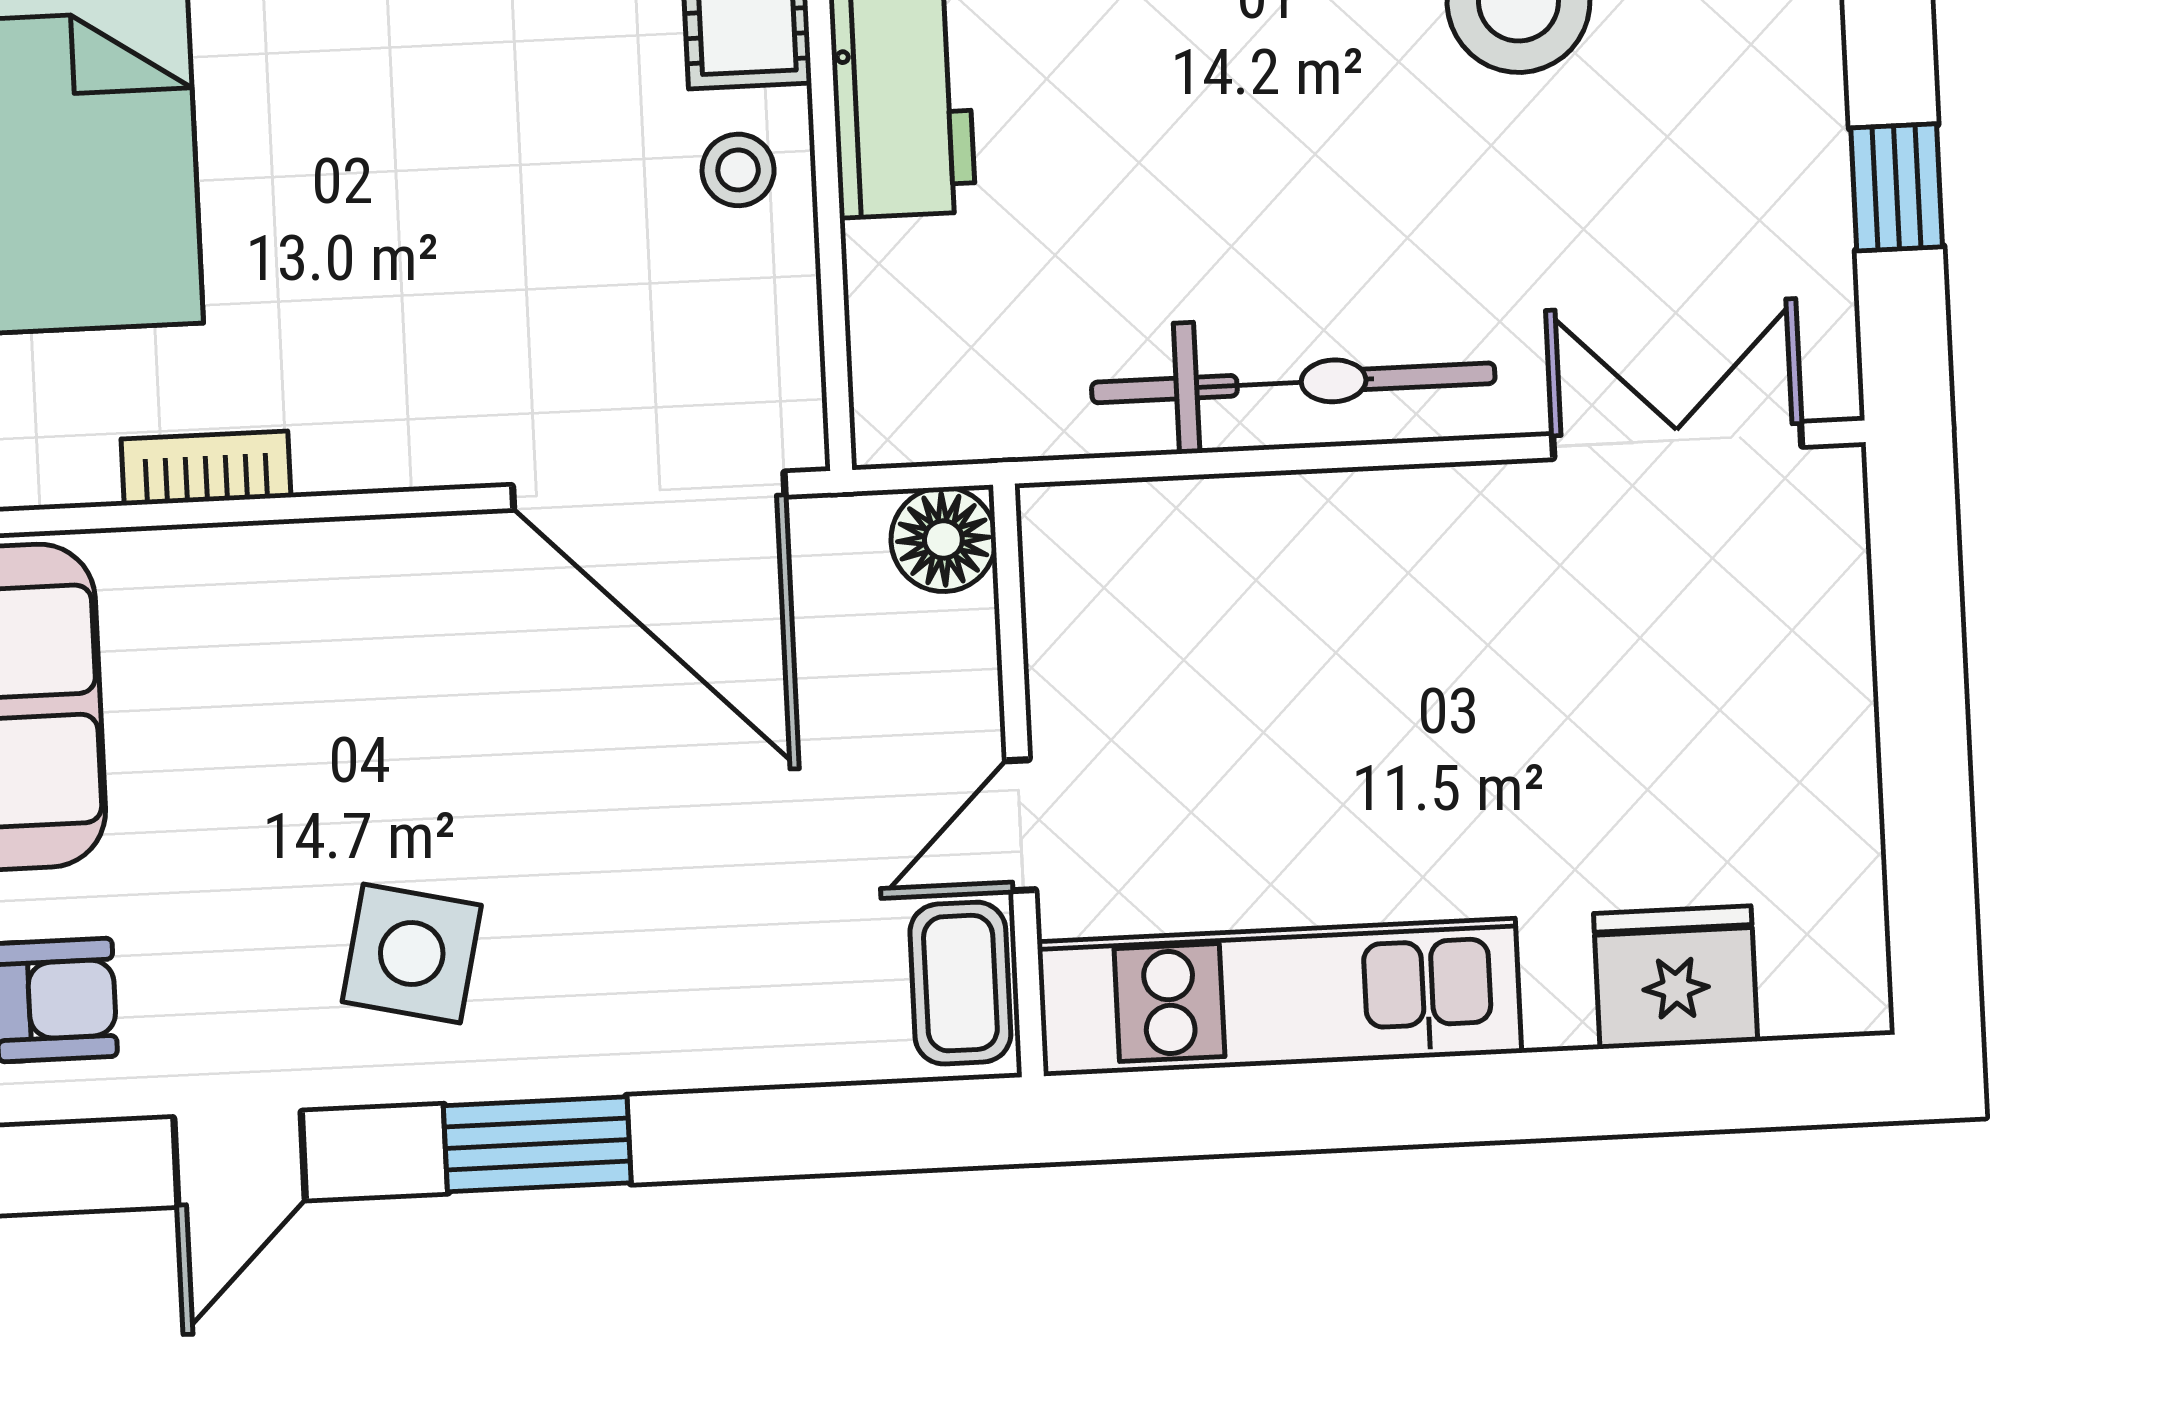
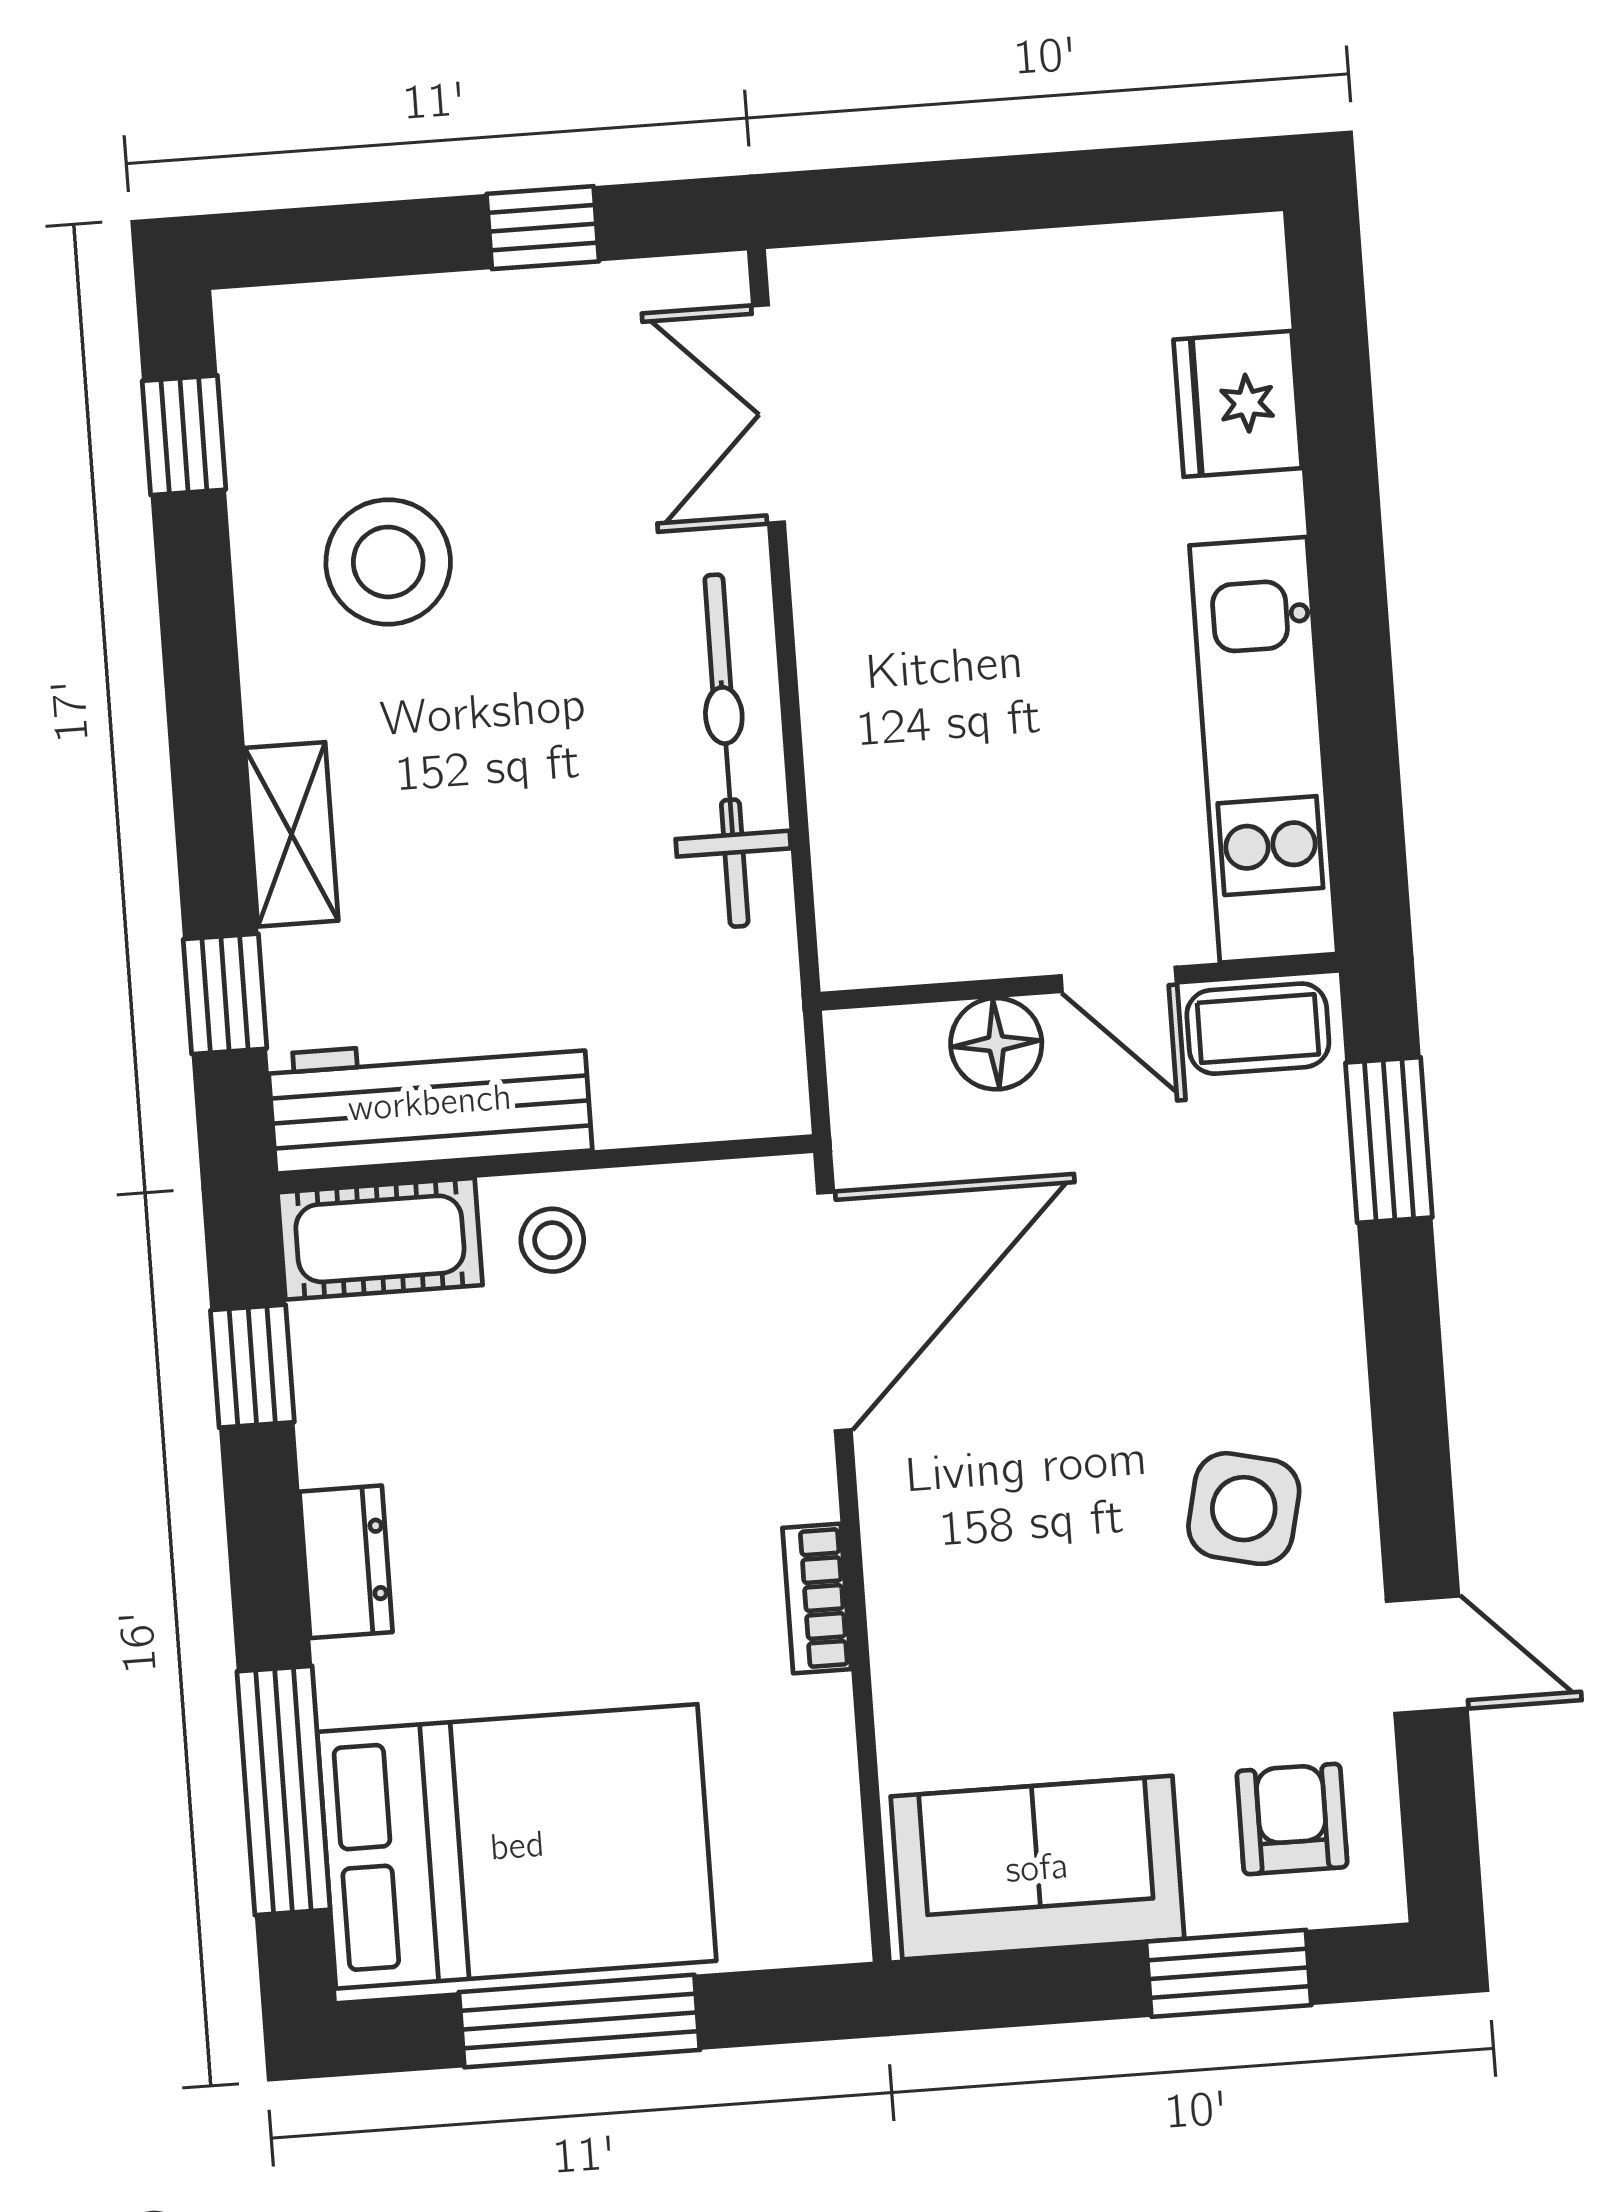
bookcase: (206, 468) -> (817, 1599), moved
floor lamp: (943, 539) -> (996, 1044), moved
window: (537, 1144) -> (1389, 1140), moved

